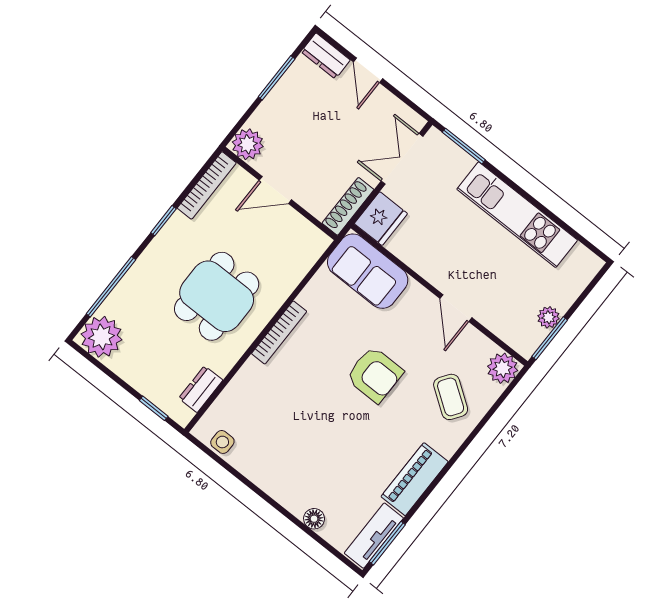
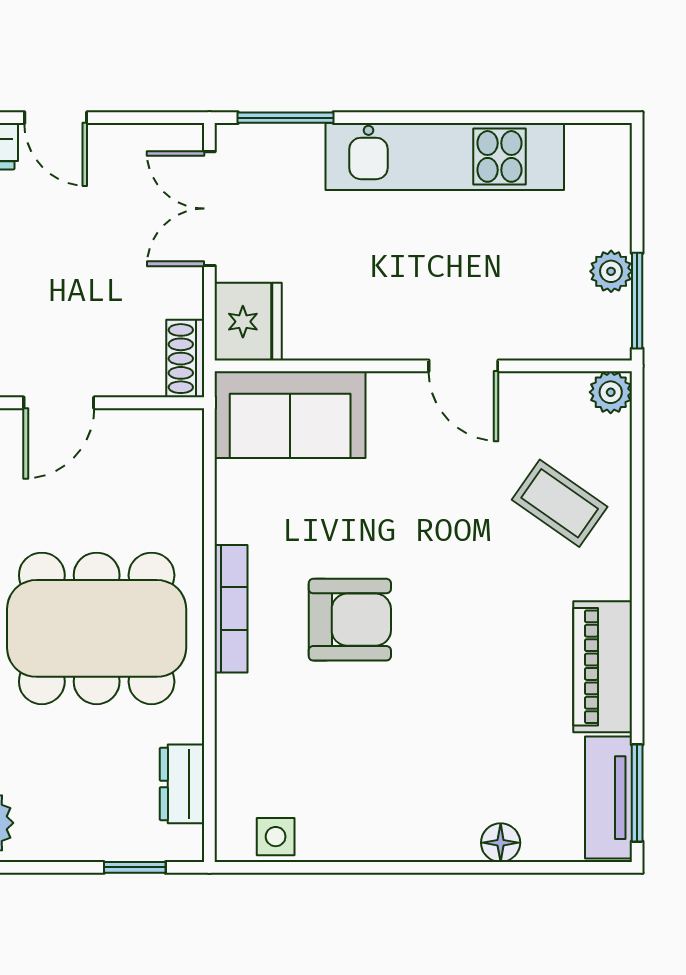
shoe rack: (348, 206) -> (185, 359), width x0.70
dining table: (217, 296) -> (97, 628), width x1.38
plant: (503, 368) -> (611, 392), width x0.73, depth x0.73
armchair: (375, 375) -> (350, 620), moved

